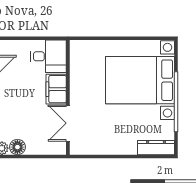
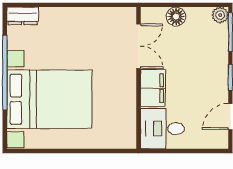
floor lamp: (17, 147) -> (176, 17), moved
dresser: (156, 148) -> (23, 16), width x0.70

